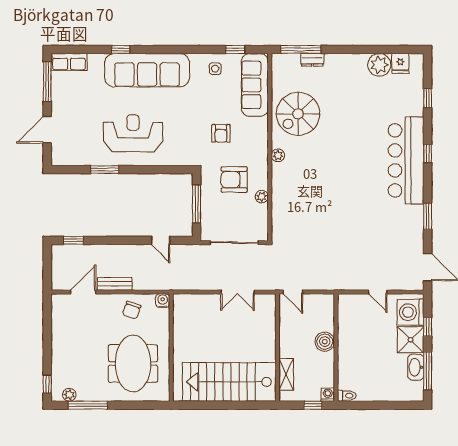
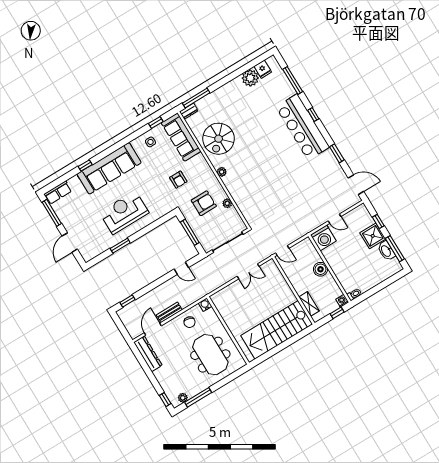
dresser: (312, 60) -> (189, 111), moved
window: (428, 98) -> (293, 80), width x2.17
armchair: (234, 180) -> (204, 203), turned 180
washing machine: (411, 312) -> (323, 238), moved, turned -90
dresser: (60, 318) -> (148, 354), added

